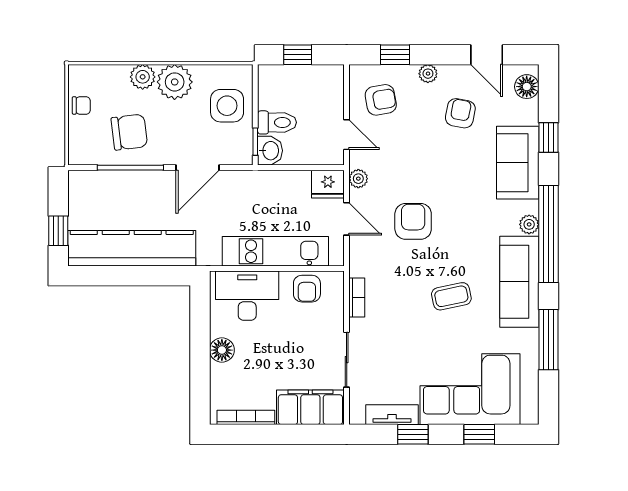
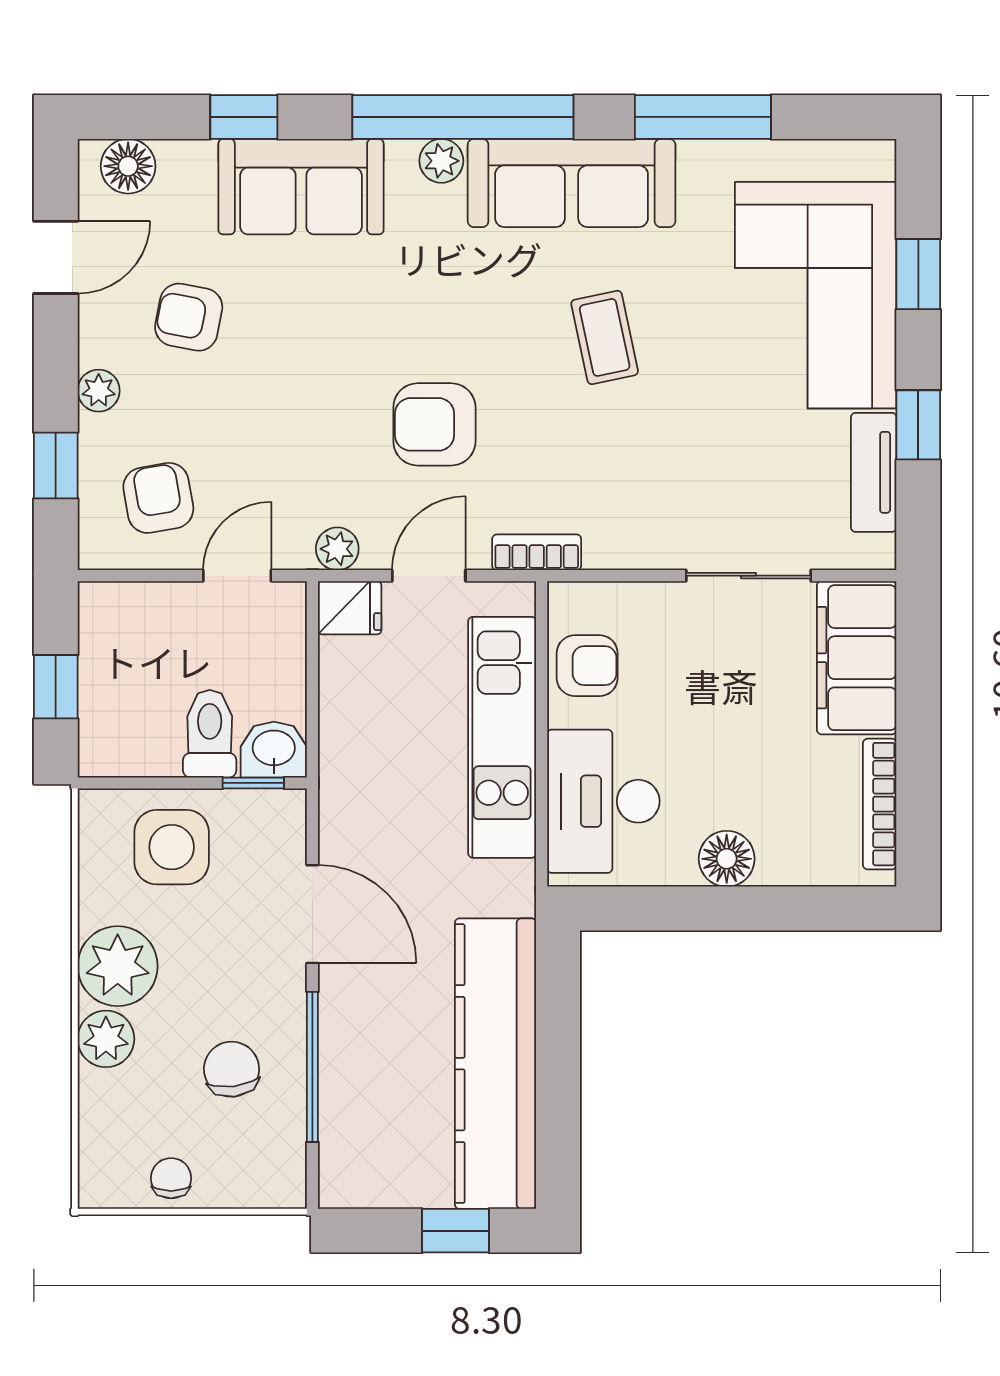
chair: (129, 132) -> (232, 1069), width x0.73, depth x0.73
fridge: (328, 184) -> (350, 608), width x0.72
bookcase: (357, 297) -> (537, 552), moved

